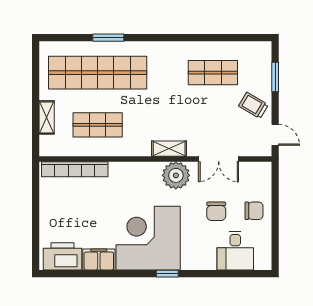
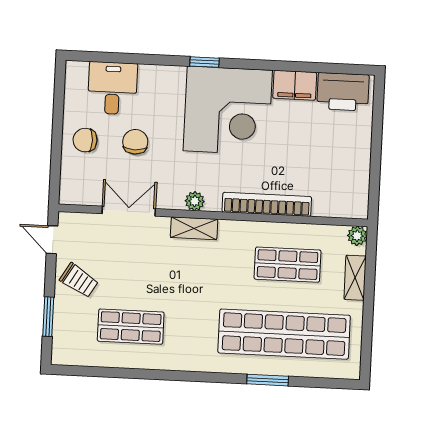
plant: (47, 149) -> (357, 236), added
bookcase: (75, 169) -> (267, 204), moved
plant: (176, 175) -> (195, 201), width x0.53, depth x0.53

